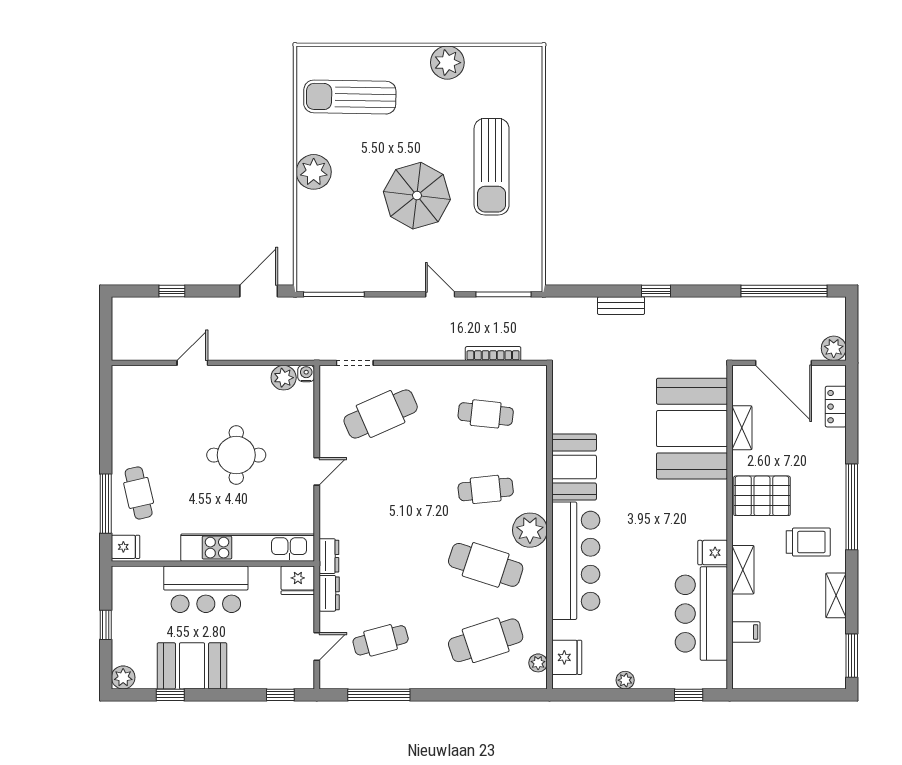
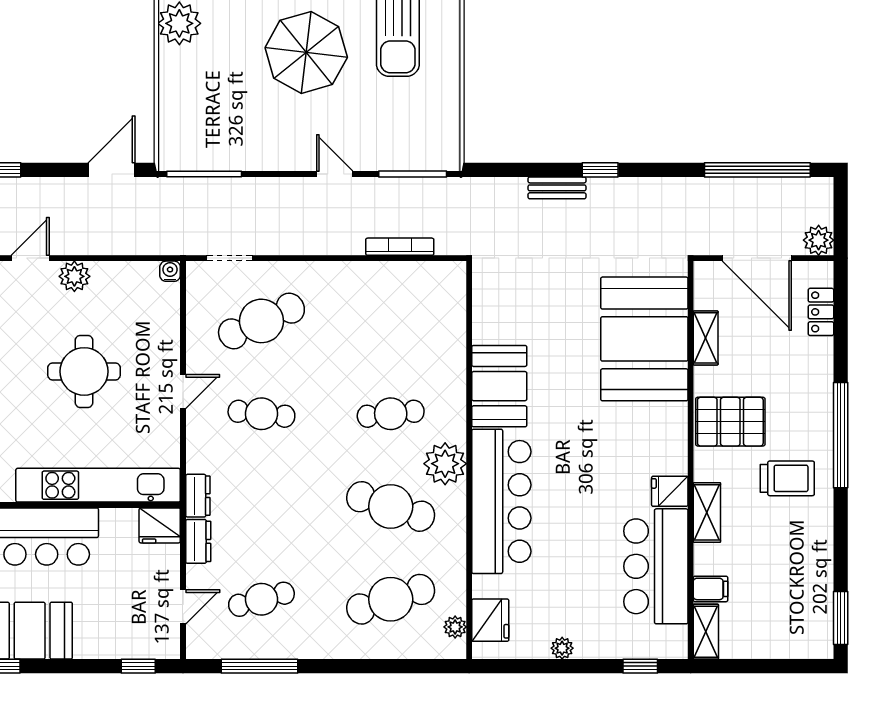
plant: (284, 378) -> (74, 276), moved
cafe table: (486, 414) -> (261, 414), moved
shelving: (836, 595) -> (706, 632), moved

